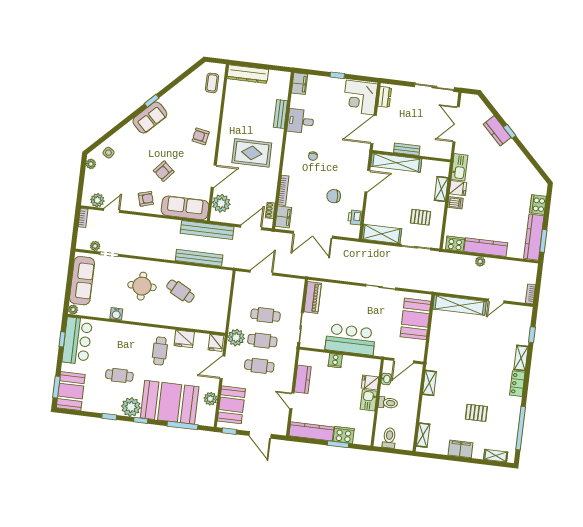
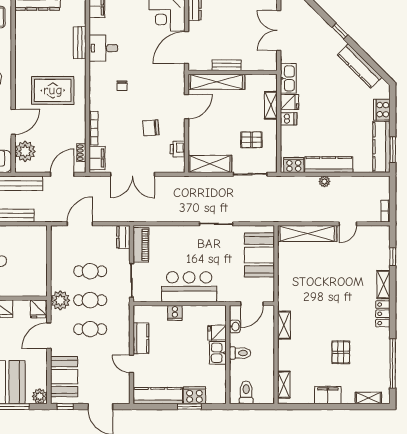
kitchen counter: (497, 131) -> (360, 66), moved, width x1.50
dresser: (298, 289) -> (123, 237), added
plant: (210, 399) -> (40, 396), moved
pallet: (476, 413) -> (341, 352), turned 90

